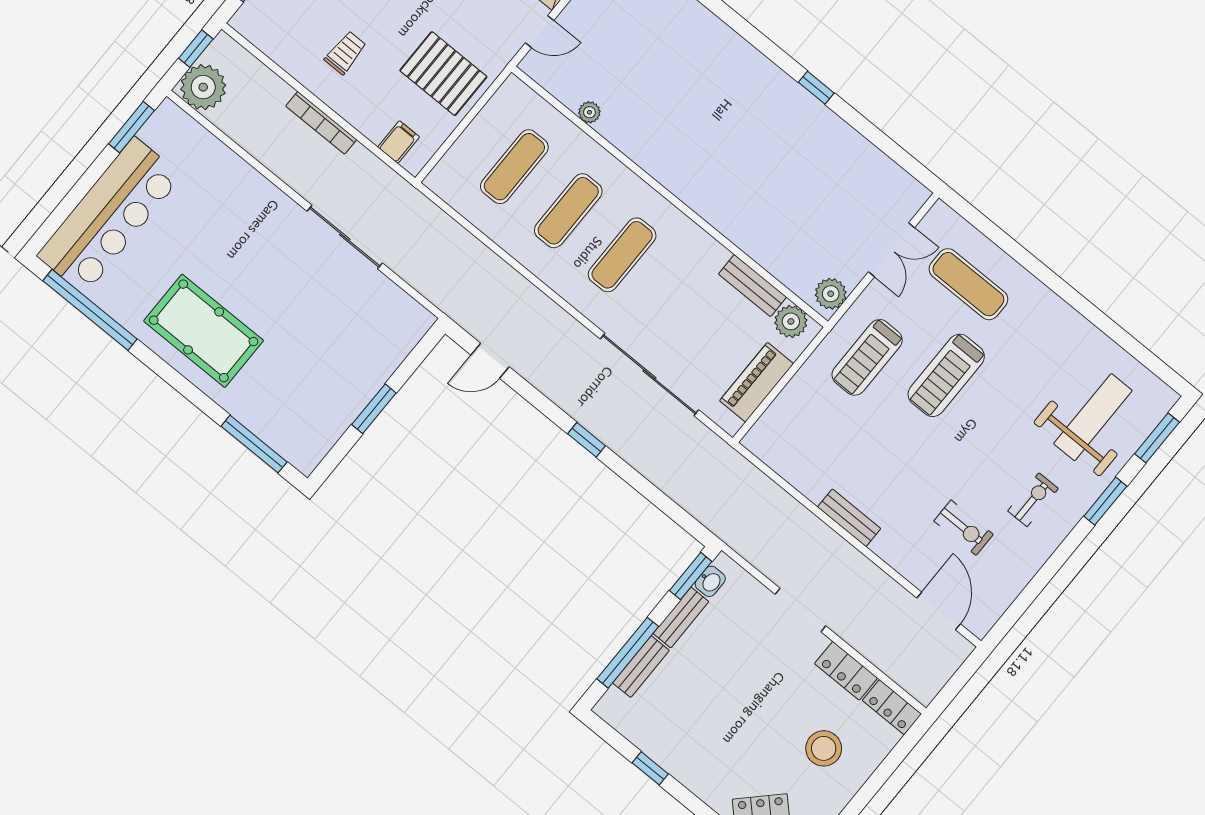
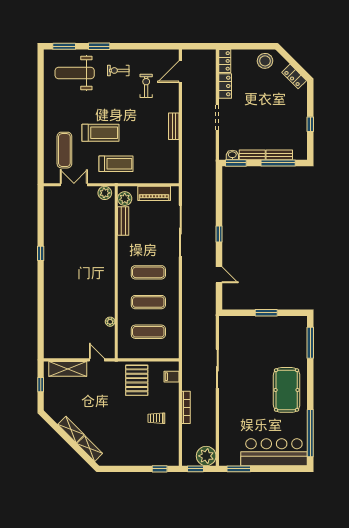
door: (490, 361) -> (219, 275), moved
stool: (824, 748) -> (265, 61), moved

